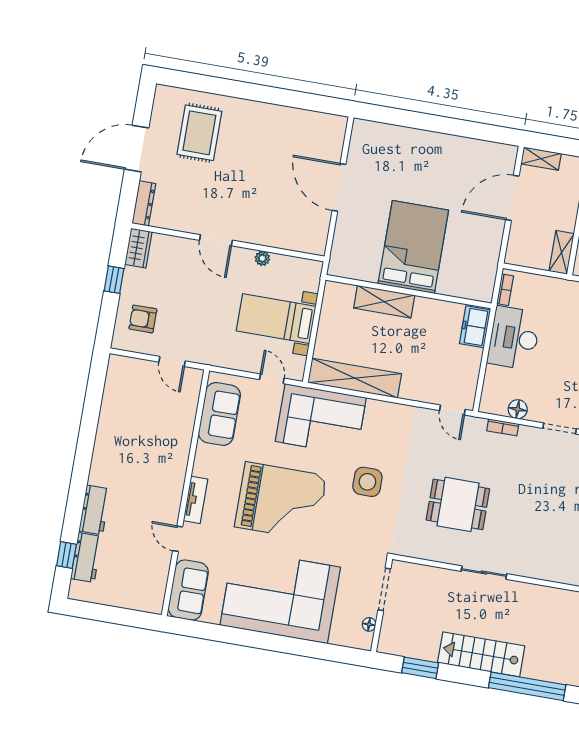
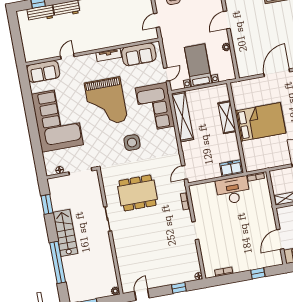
floor lamp: (518, 409) -> (197, 206), removed
tv unit: (195, 500) -> (109, 55), moved
dining table: (458, 504) -> (137, 193), width x1.37

